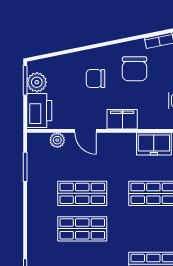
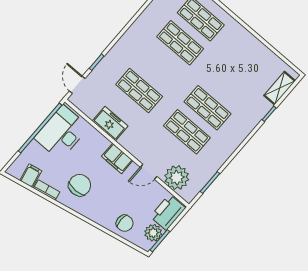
chair: (96, 78) -> (125, 223), moved
door: (85, 131) -> (149, 172), swing flipped
plant: (57, 140) -> (177, 178), width x1.88, depth x1.88

